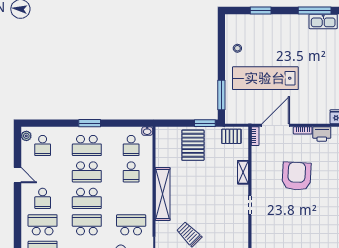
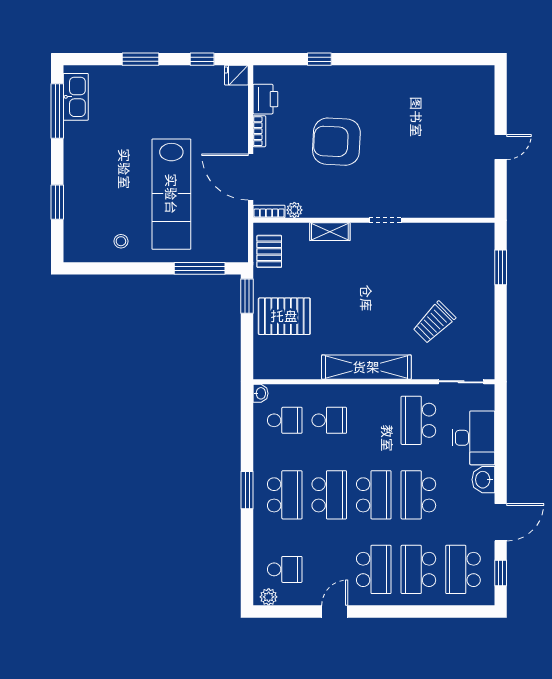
plant: (256, 151) -> (294, 210), added
school desk: (43, 198) -> (374, 569), width x1.85

